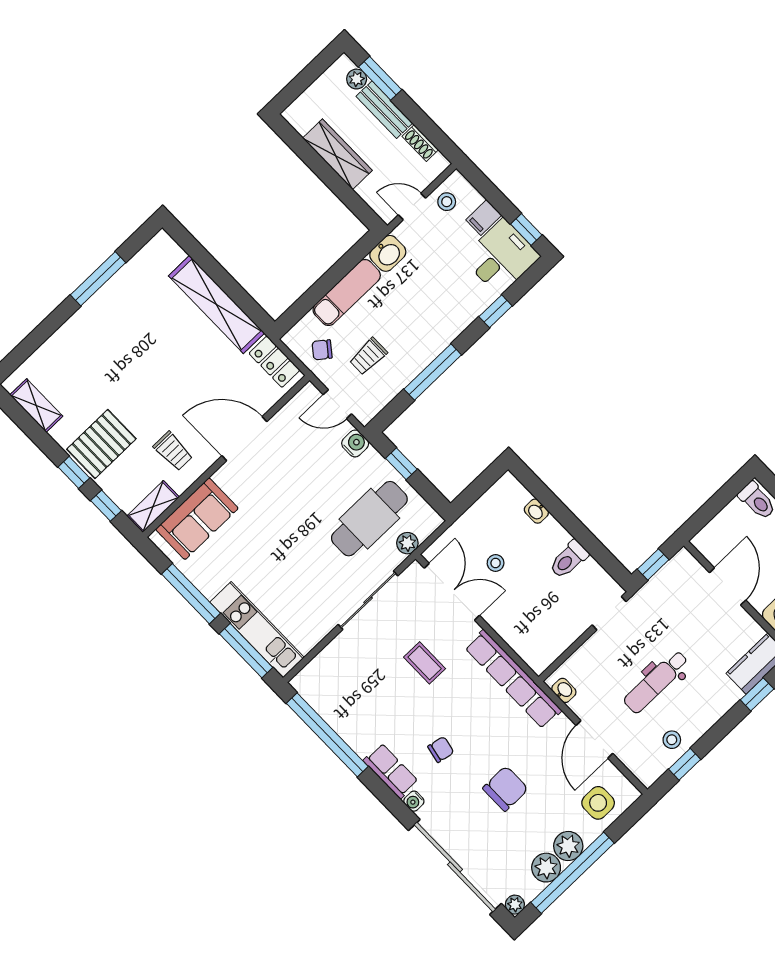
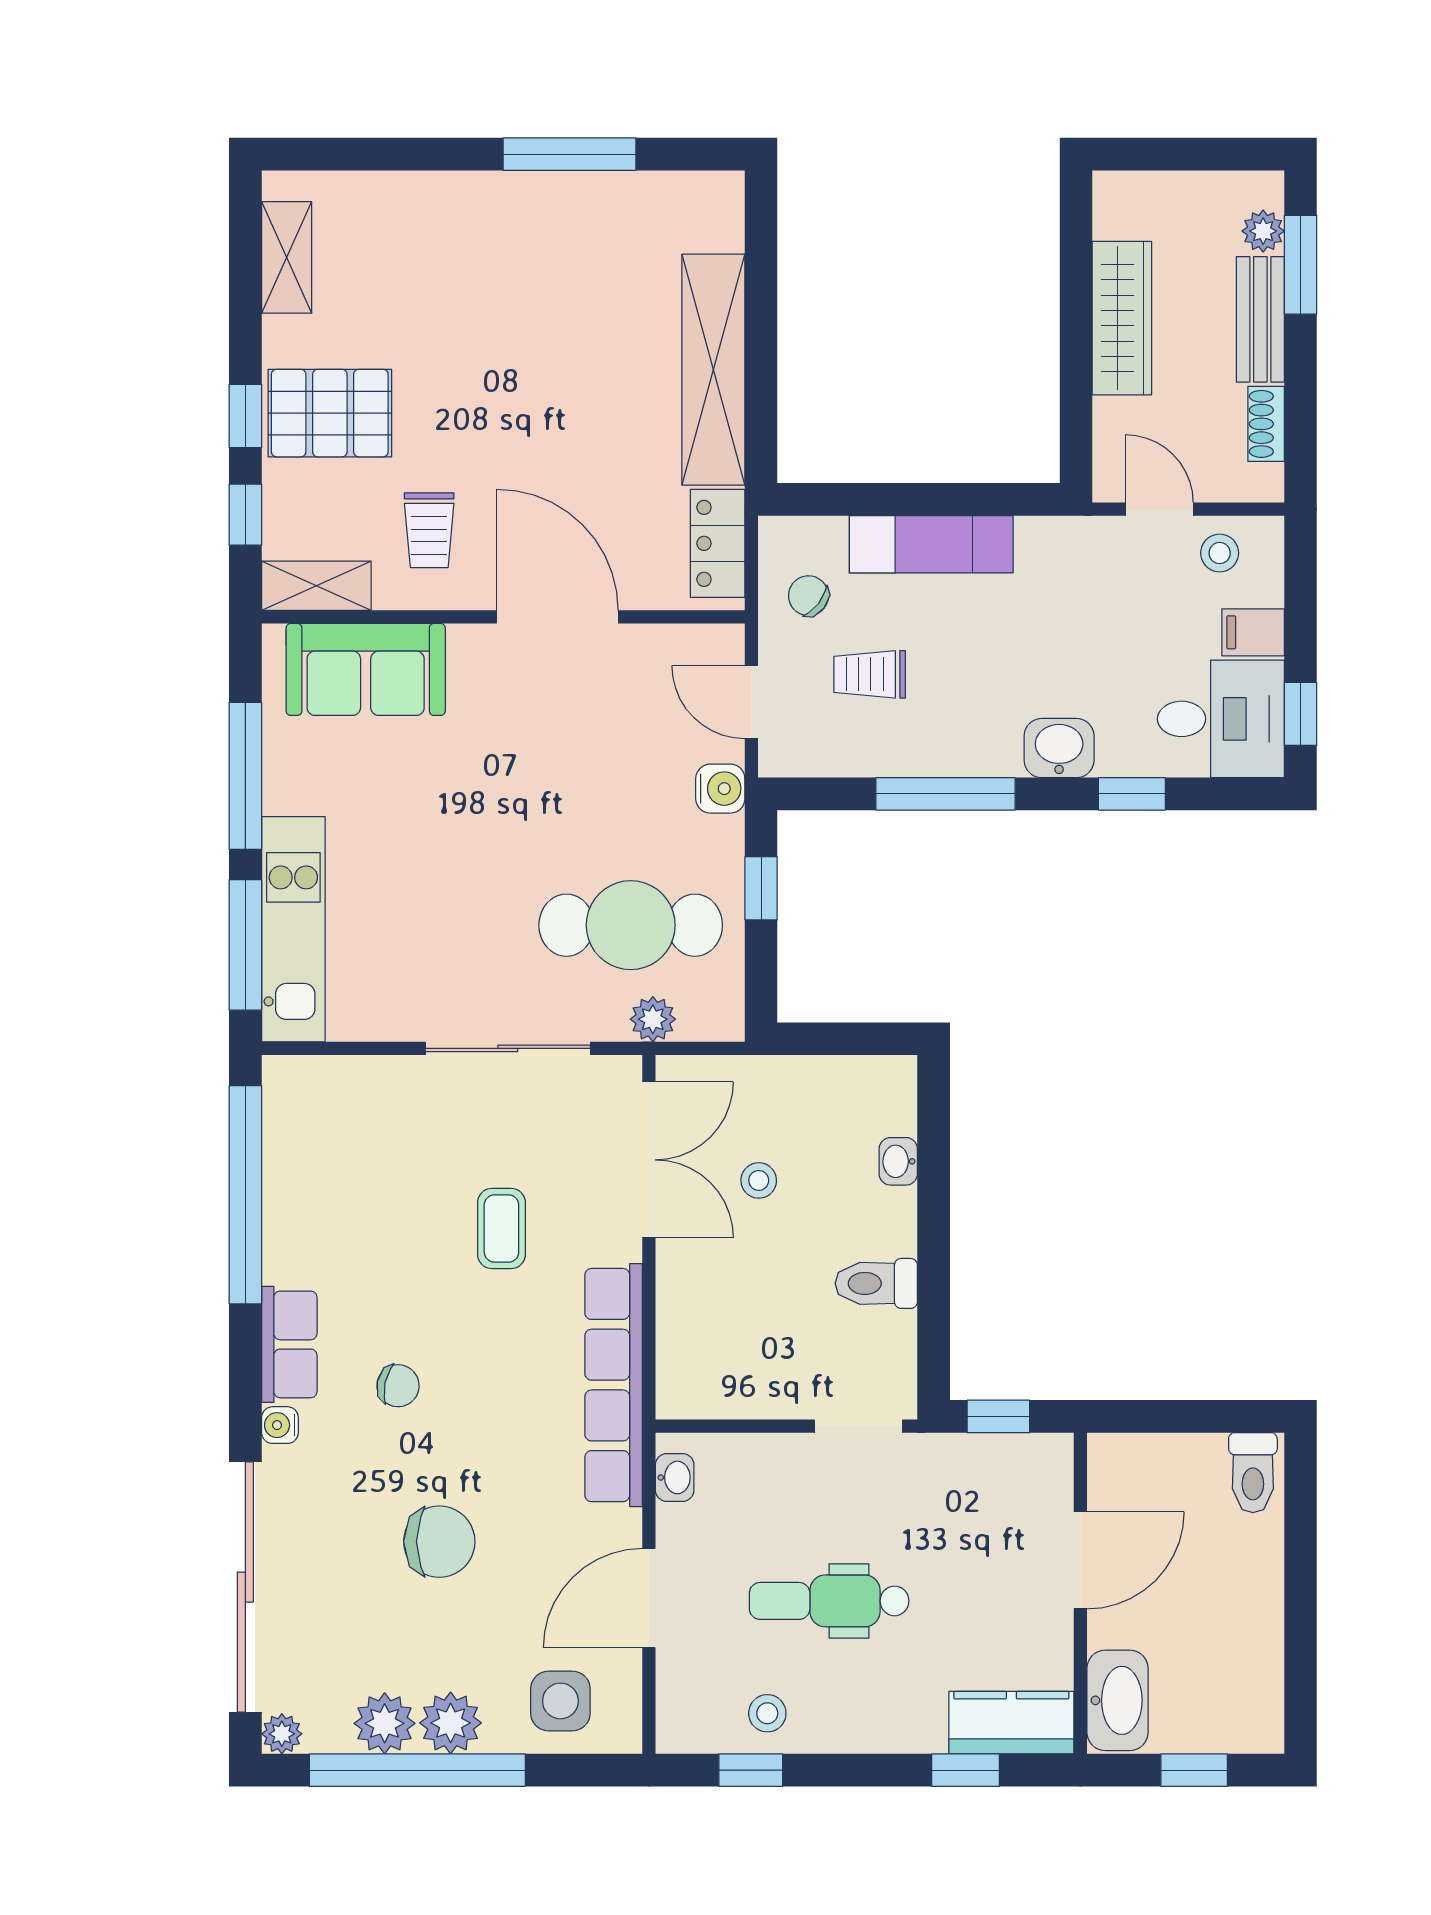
washbasin: (388, 253) -> (1059, 748), moved, turned 180

